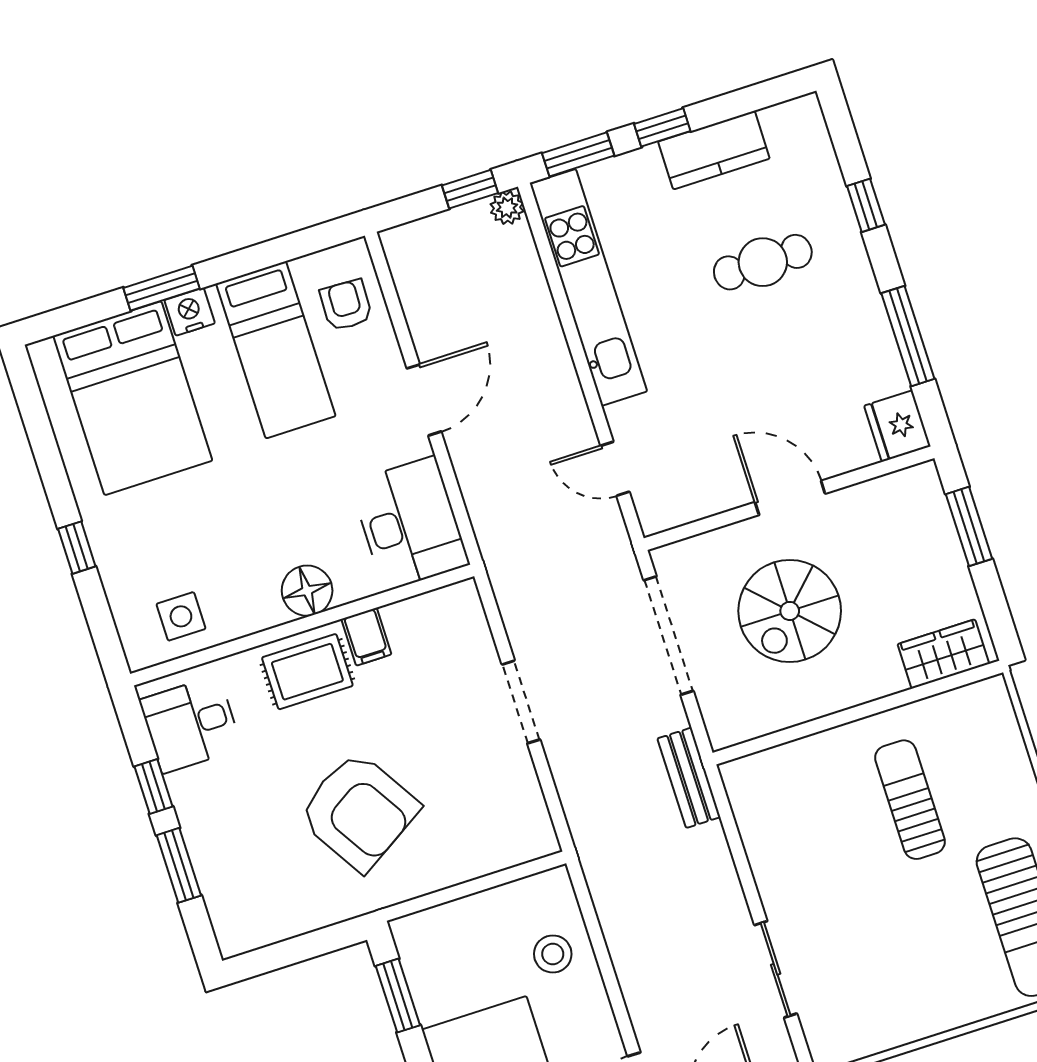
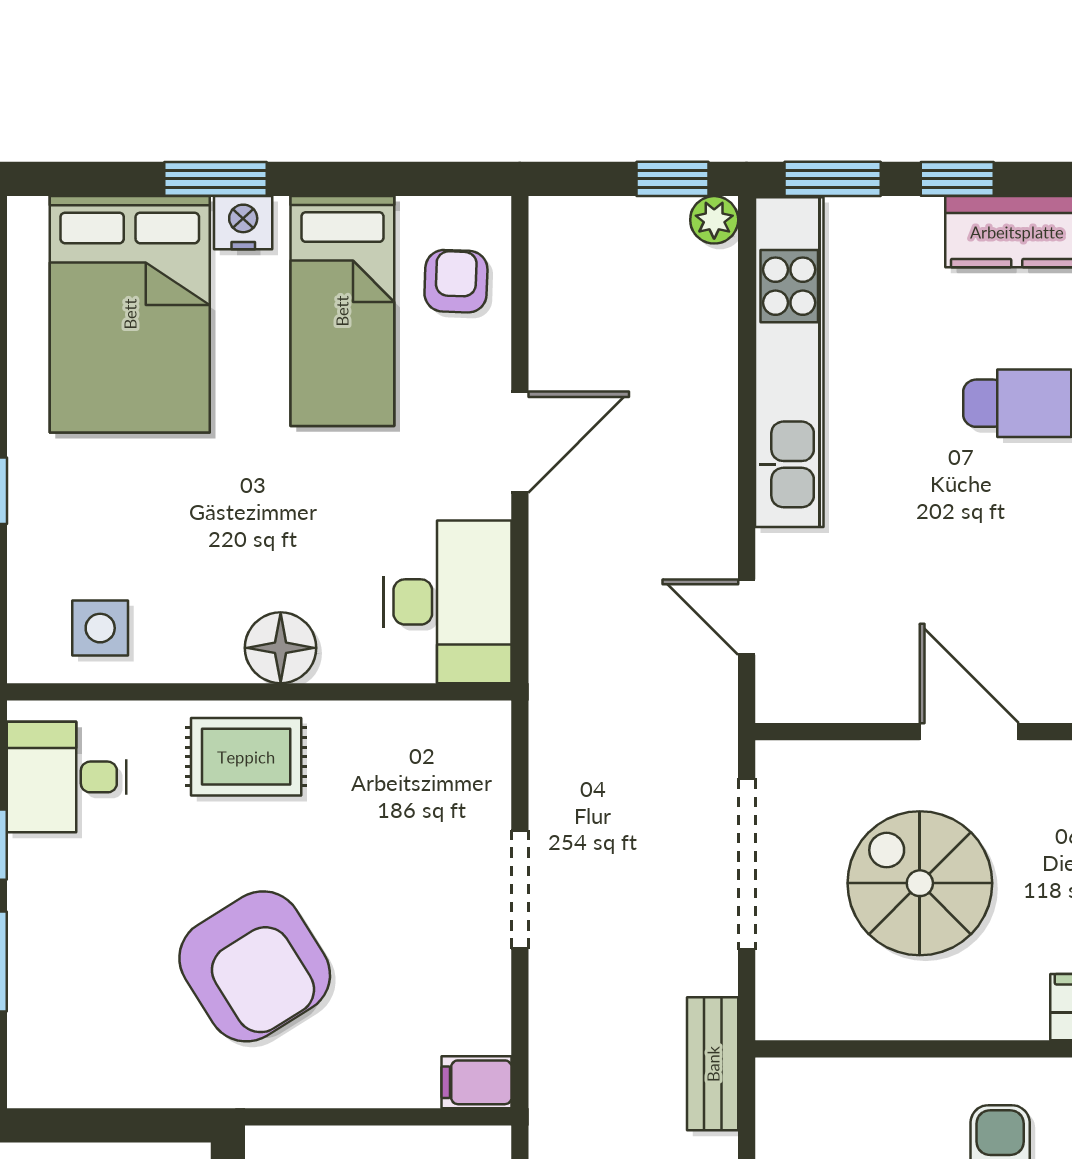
spiral stairs: (790, 611) -> (920, 883), turned 90
filing cabinet: (366, 637) -> (476, 1082), moved, turned 90

